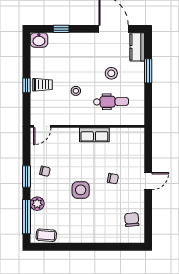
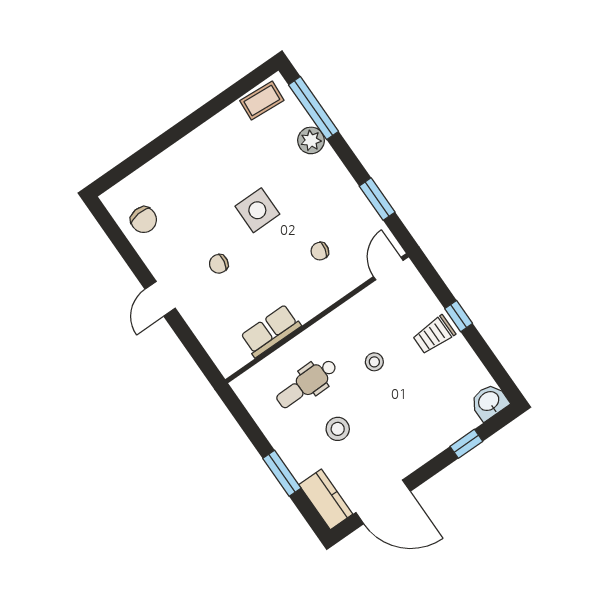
row of seats: (94, 135) -> (271, 331), moved
chair: (45, 171) -> (320, 251), moved
window: (26, 176) -> (377, 199), moved

